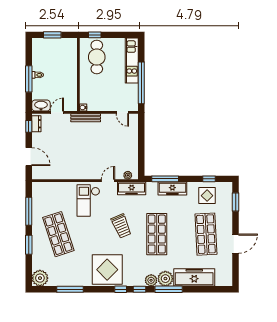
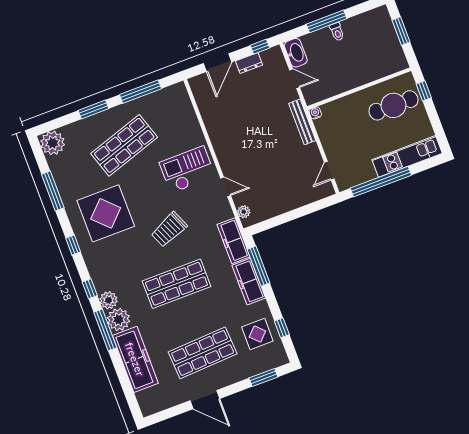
dresser: (36, 124) -> (249, 63), moved
freezer: (132, 188) -> (233, 241), moved
display table: (107, 270) -> (106, 213), moved
window: (121, 289) -> (73, 245), moved

